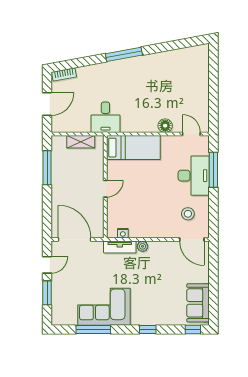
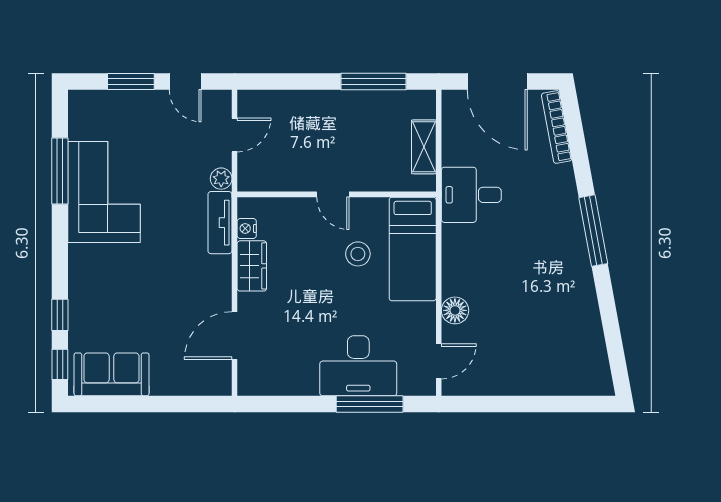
bookcase: (64, 74) -> (557, 127), width x1.56
door: (47, 104) -> (497, 82), width x1.36
stool: (188, 214) -> (358, 254), moved
wardrobe: (142, 230) -> (252, 266), added
door: (75, 239) -> (235, 135), width x0.53
door: (192, 239) -> (235, 336), moved
plant: (143, 246) -> (221, 179), moved
window: (148, 330) -> (60, 315), moved

